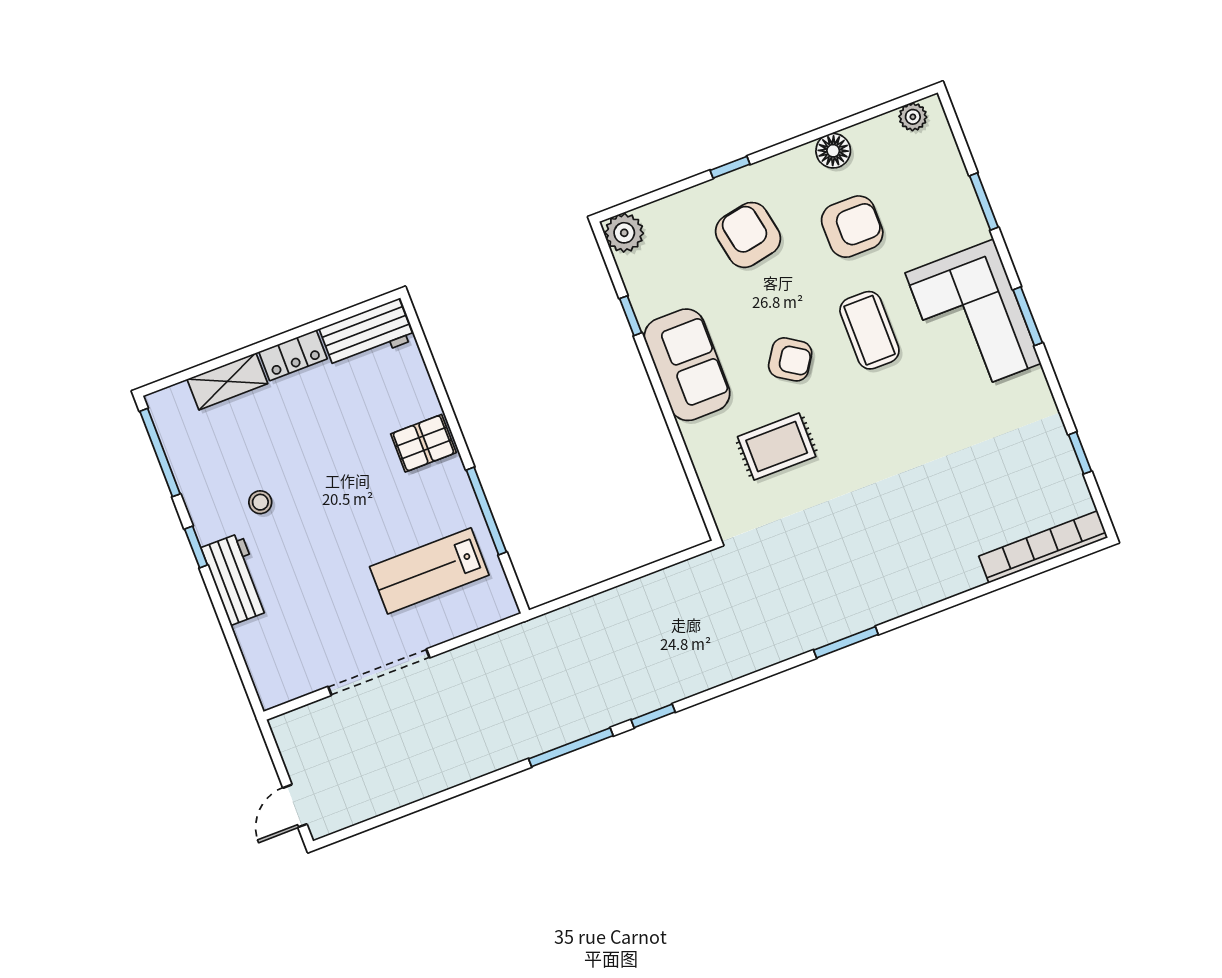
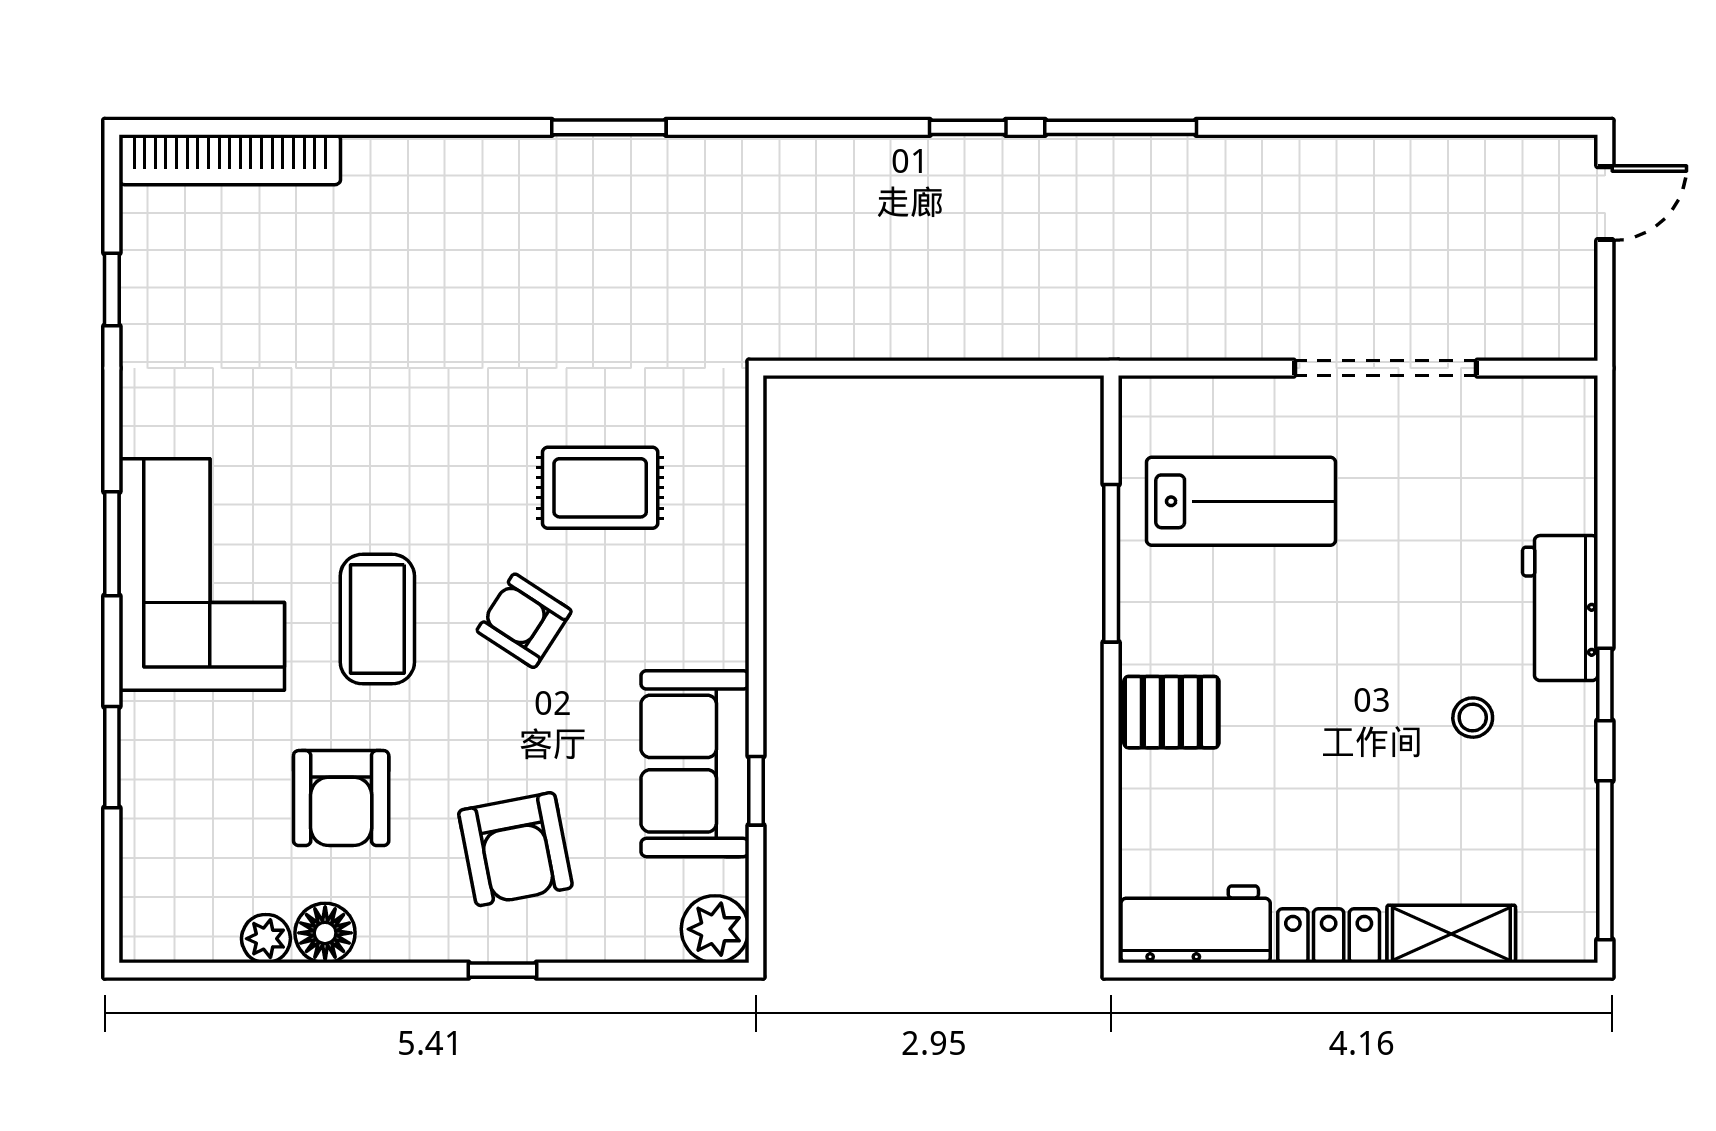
plant: (913, 117) -> (266, 939), moved
armchair: (852, 227) -> (341, 798), turned -90
sofa: (687, 365) -> (695, 764), moved

